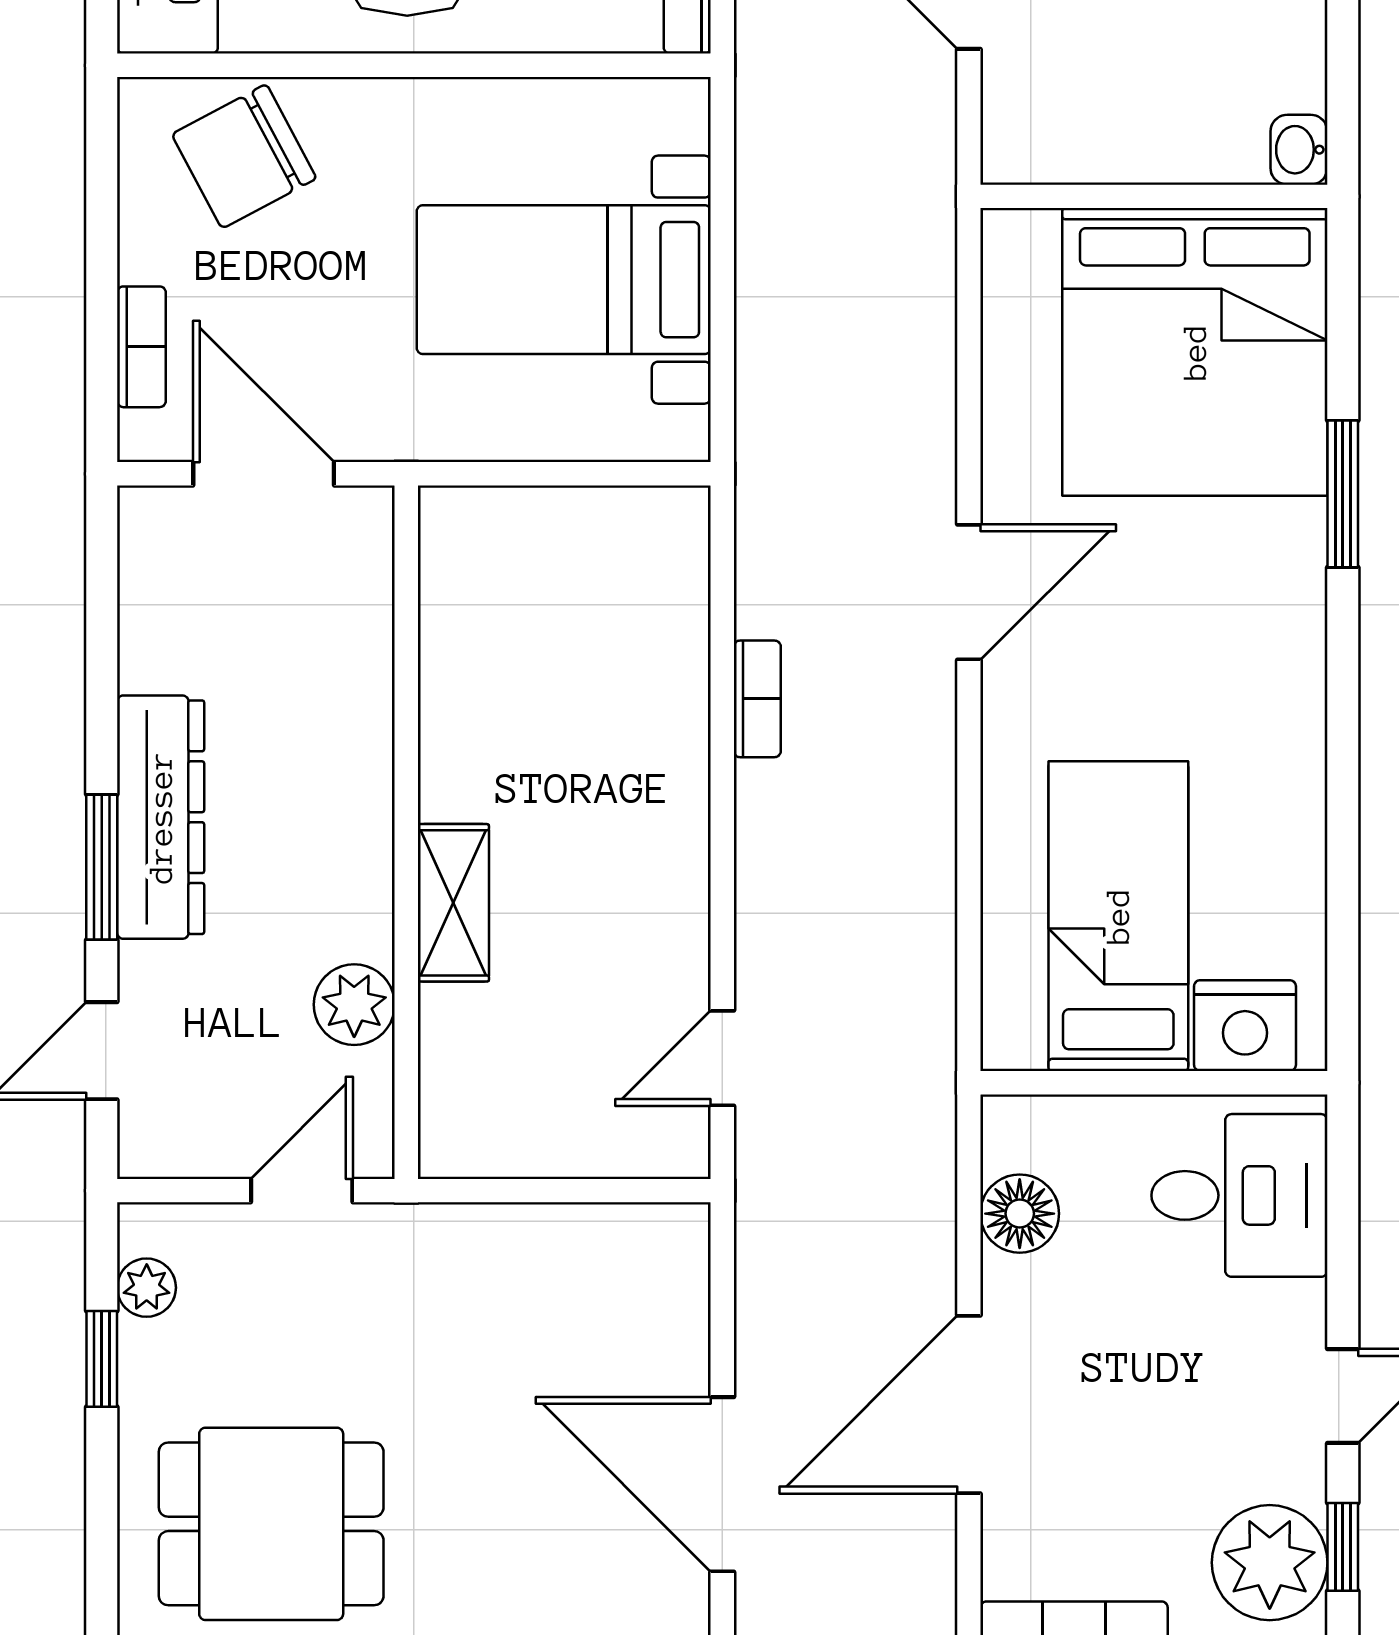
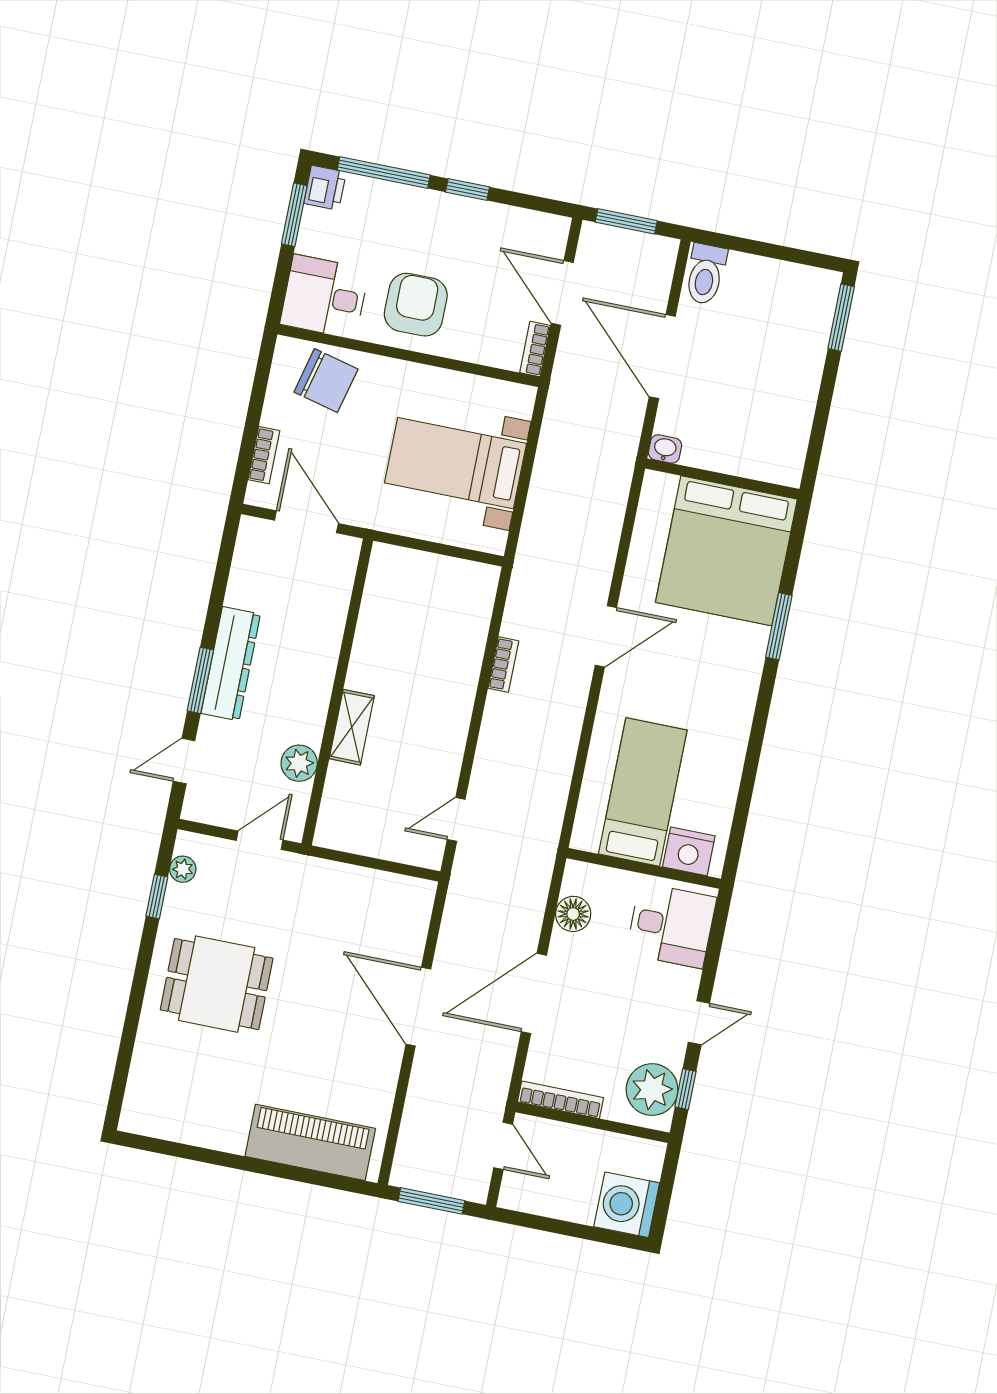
washbasin: (1299, 150) -> (665, 449), moved, turned 90
chair: (244, 156) -> (326, 381), turned -138

